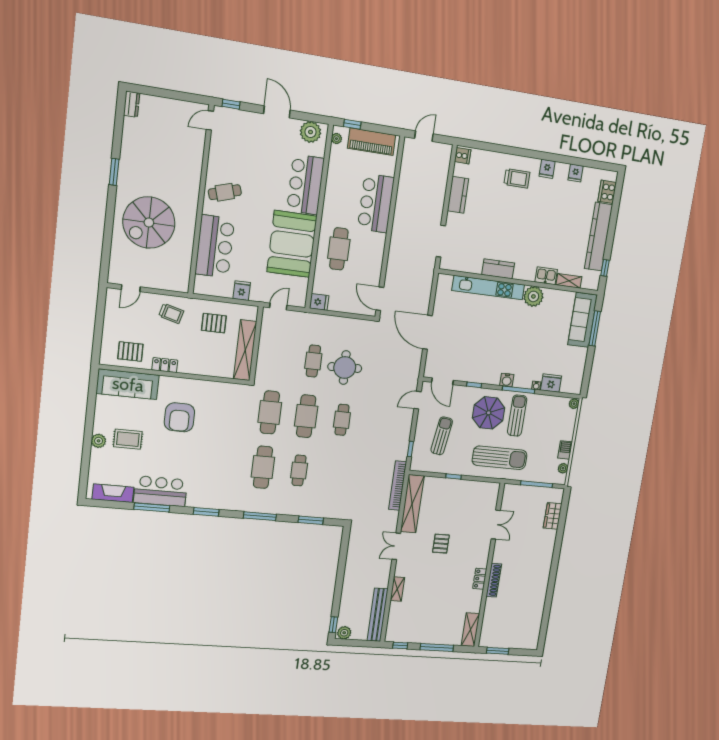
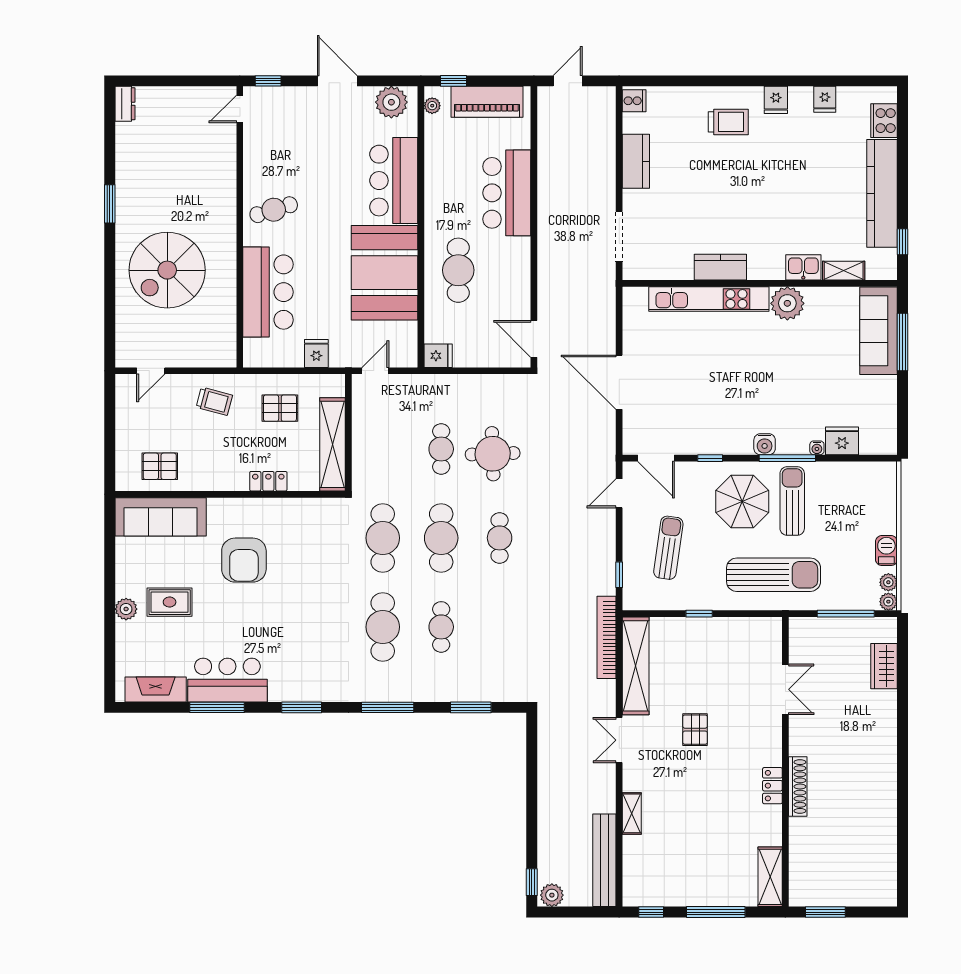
locker: (165, 365) -> (268, 481), moved
plant: (574, 404) -> (888, 602), moved

